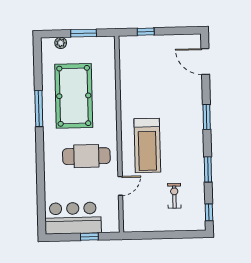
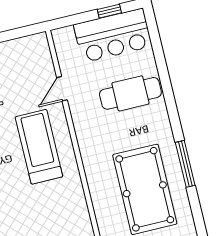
cafe table: (86, 156) -> (130, 93), moved
window: (89, 237) -> (109, 11), moved

